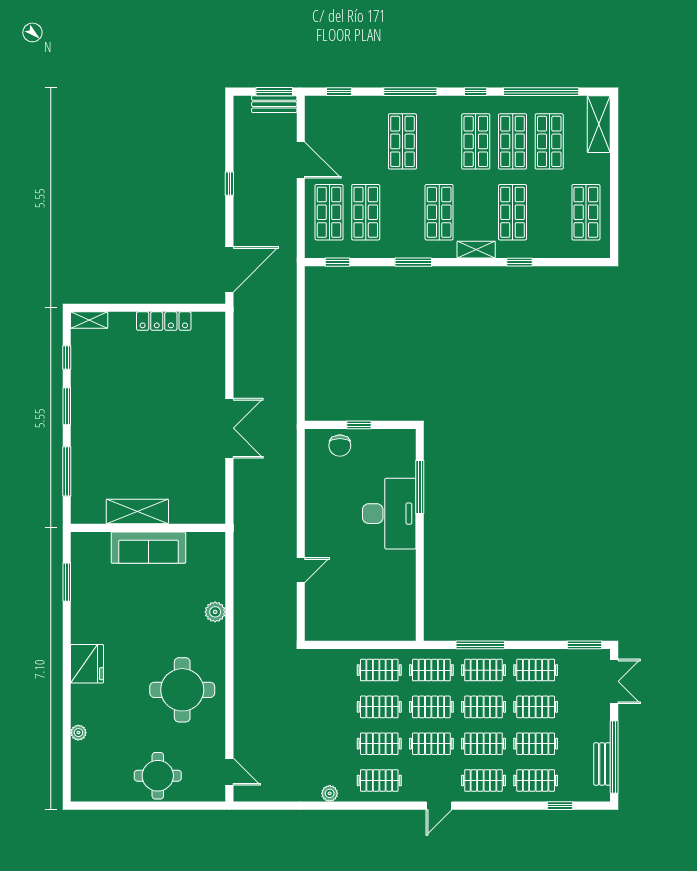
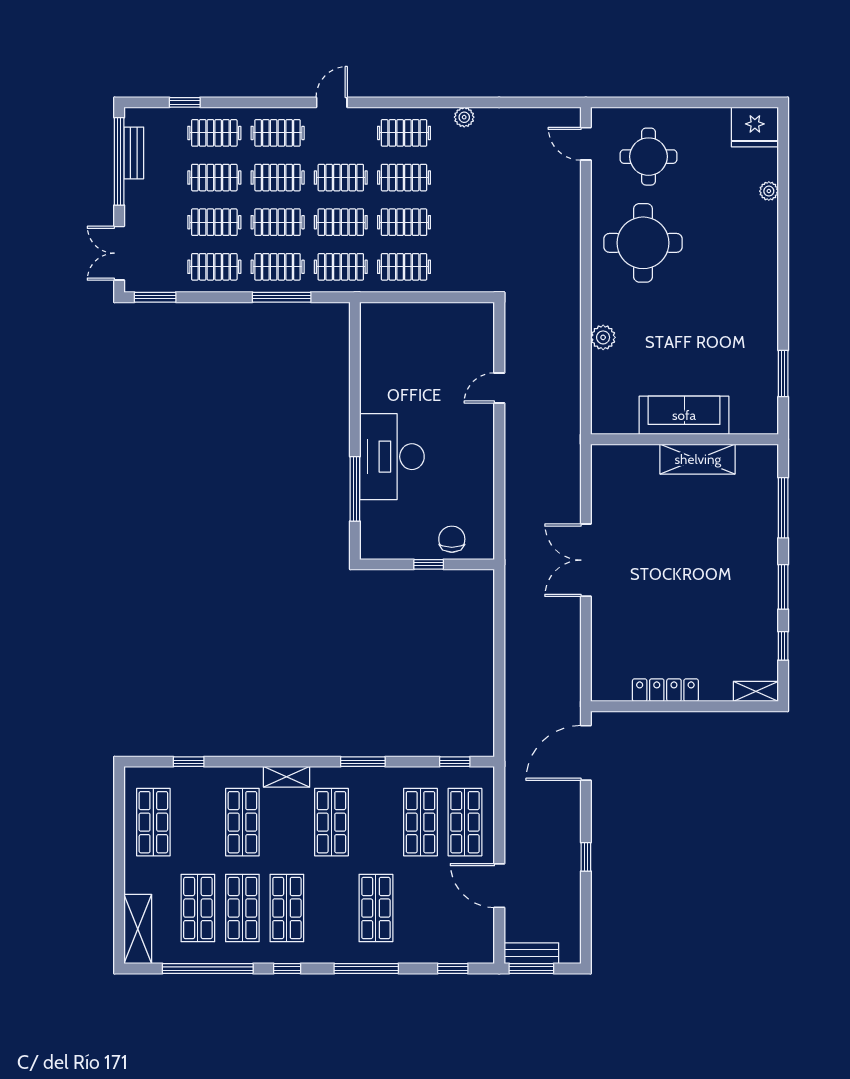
window: (519, 262) -> (189, 762), moved
fridge: (87, 664) -> (755, 127), moved, turned -90
round table: (158, 776) -> (649, 157), moved

